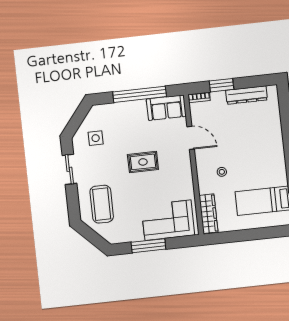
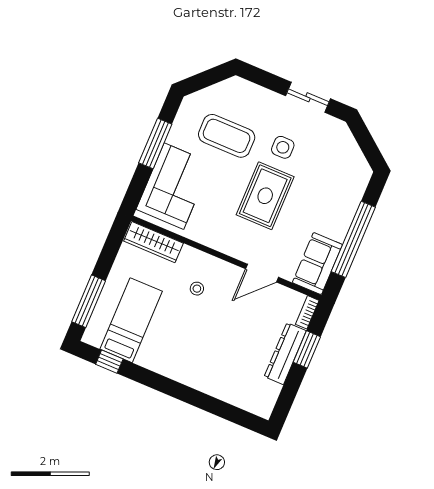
dresser: (247, 95) -> (285, 354), moved
side table: (96, 138) -> (283, 147), moved
rug: (143, 162) -> (265, 196), width x1.36, depth x1.43
coffee table: (102, 204) -> (227, 136), moved
window: (266, 233) -> (89, 301), added

